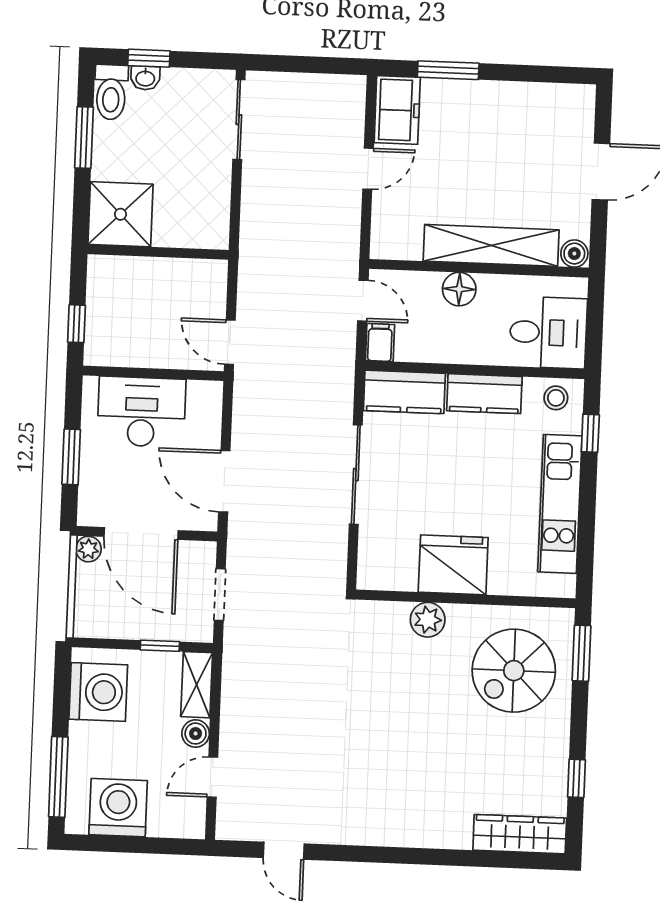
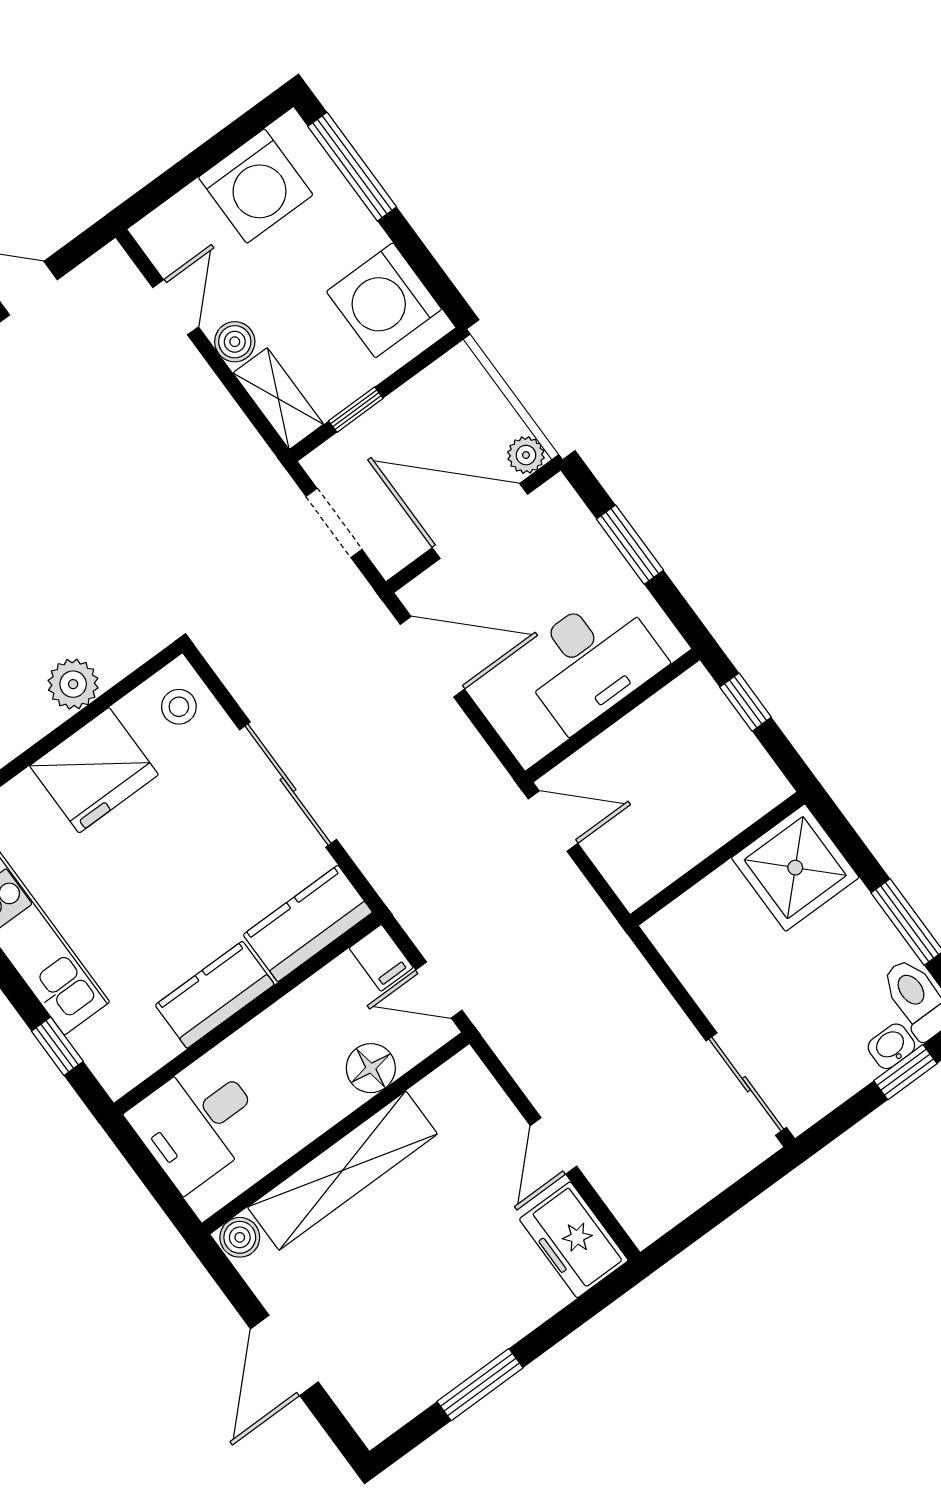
window: (448, 70) -> (480, 1385), moved
floor lamp: (459, 289) -> (371, 1068), moved
stool: (556, 398) -> (179, 707), moved

